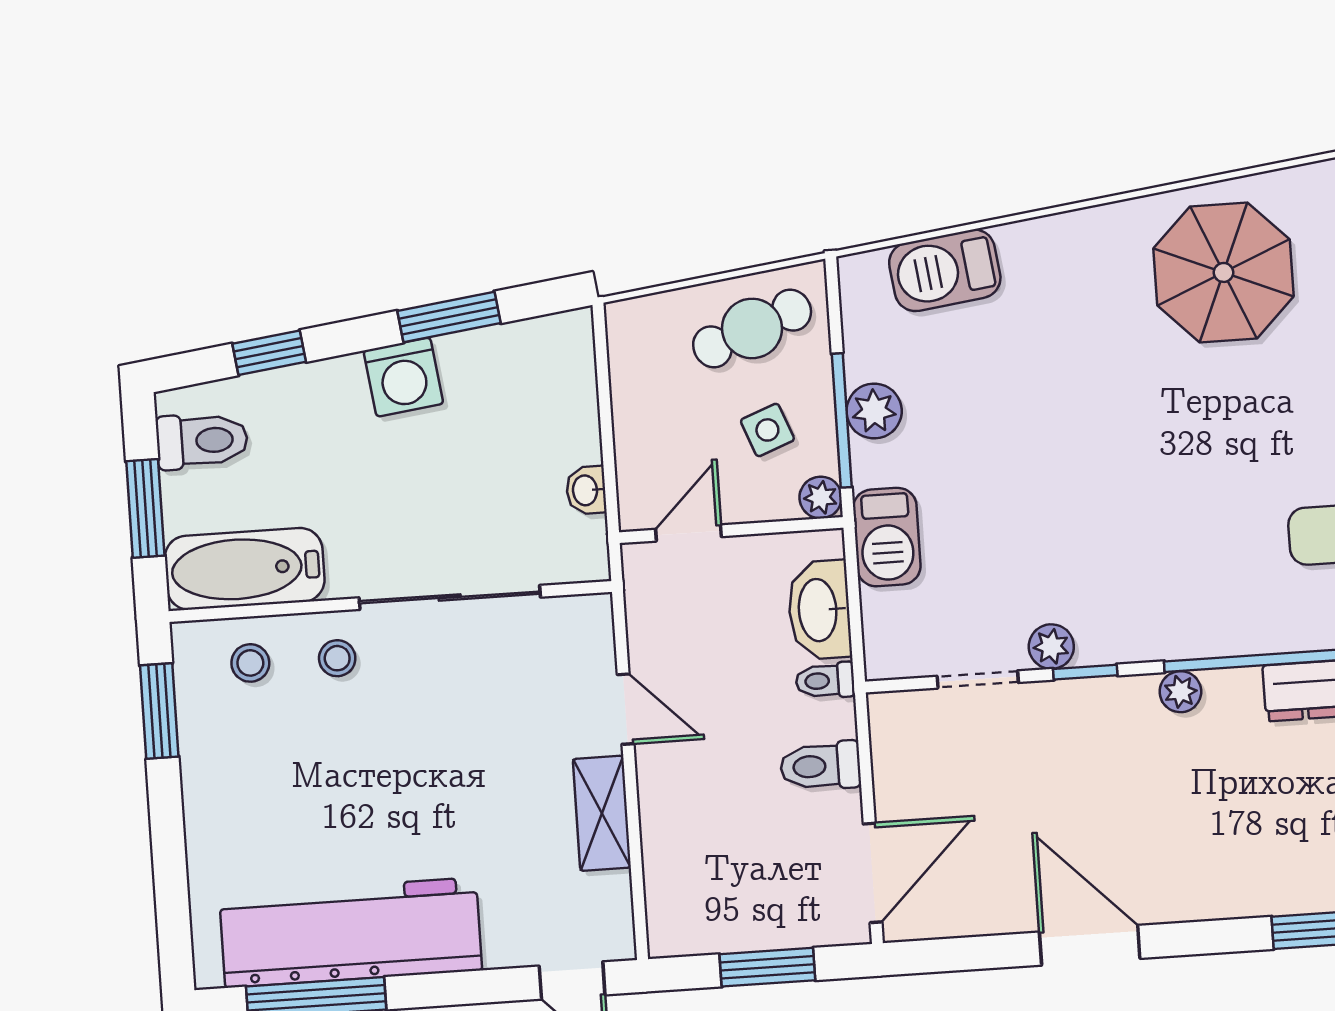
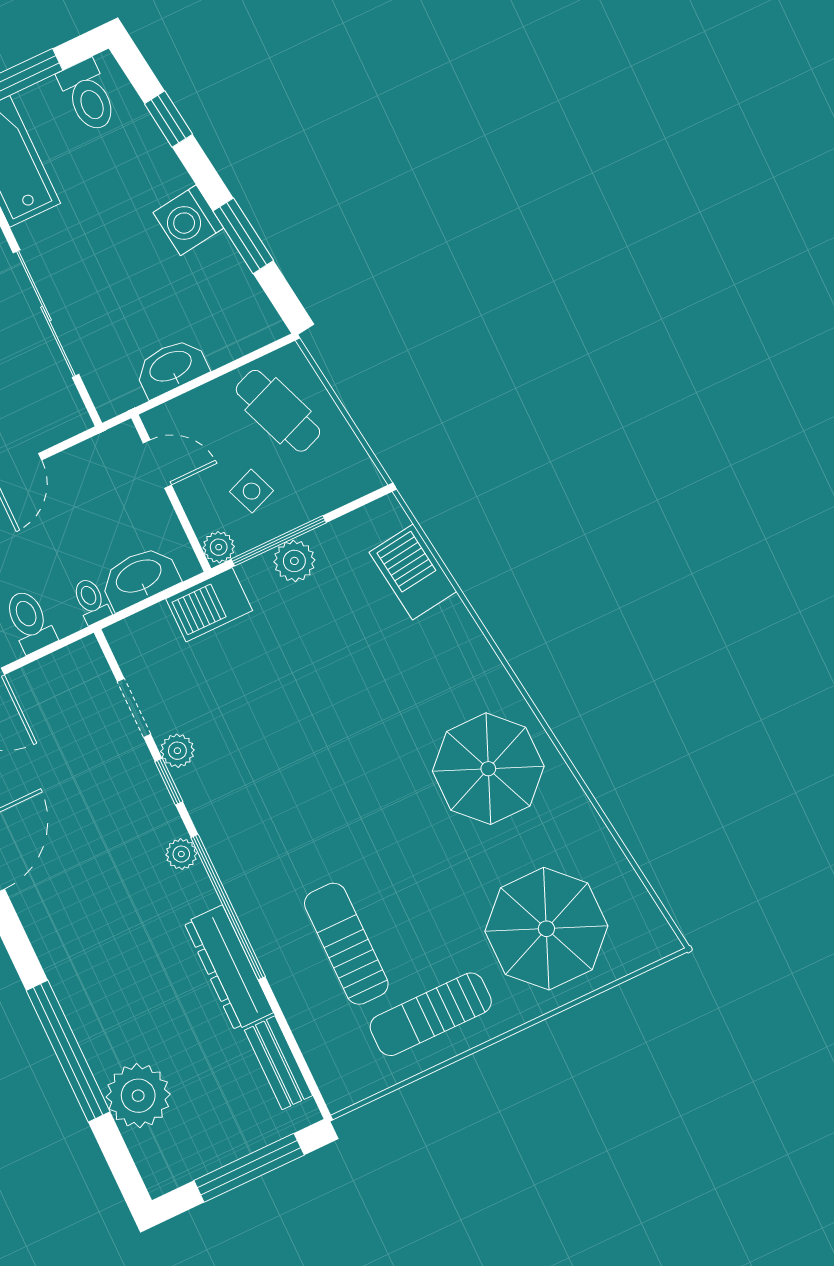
cafe table: (752, 328) -> (278, 411), moved
washbasin: (586, 490) -> (171, 367), width x1.91, depth x1.45

